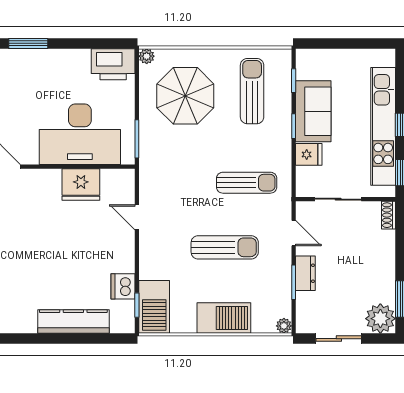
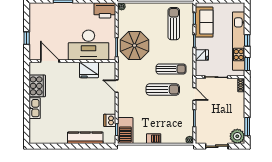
parasol: (185, 96) -> (134, 45), moved
sofa: (313, 111) -> (204, 22), moved
sun lounger: (225, 247) -> (163, 90), moved
dresser: (305, 273) -> (200, 114), removed
barbecue: (224, 318) -> (154, 139), width x0.53, depth x0.65

